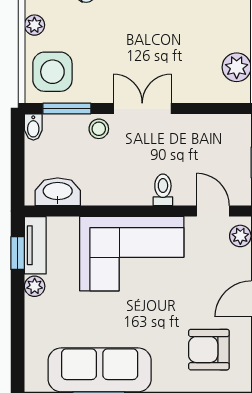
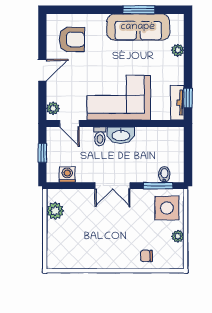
bidet: (33, 127) -> (164, 174), moved
washing machine: (217, 127) -> (67, 175), added
stool: (99, 129) -> (139, 173), removed
washbasin: (58, 192) -> (121, 135), moved
plant: (35, 286) -> (178, 50), moved

